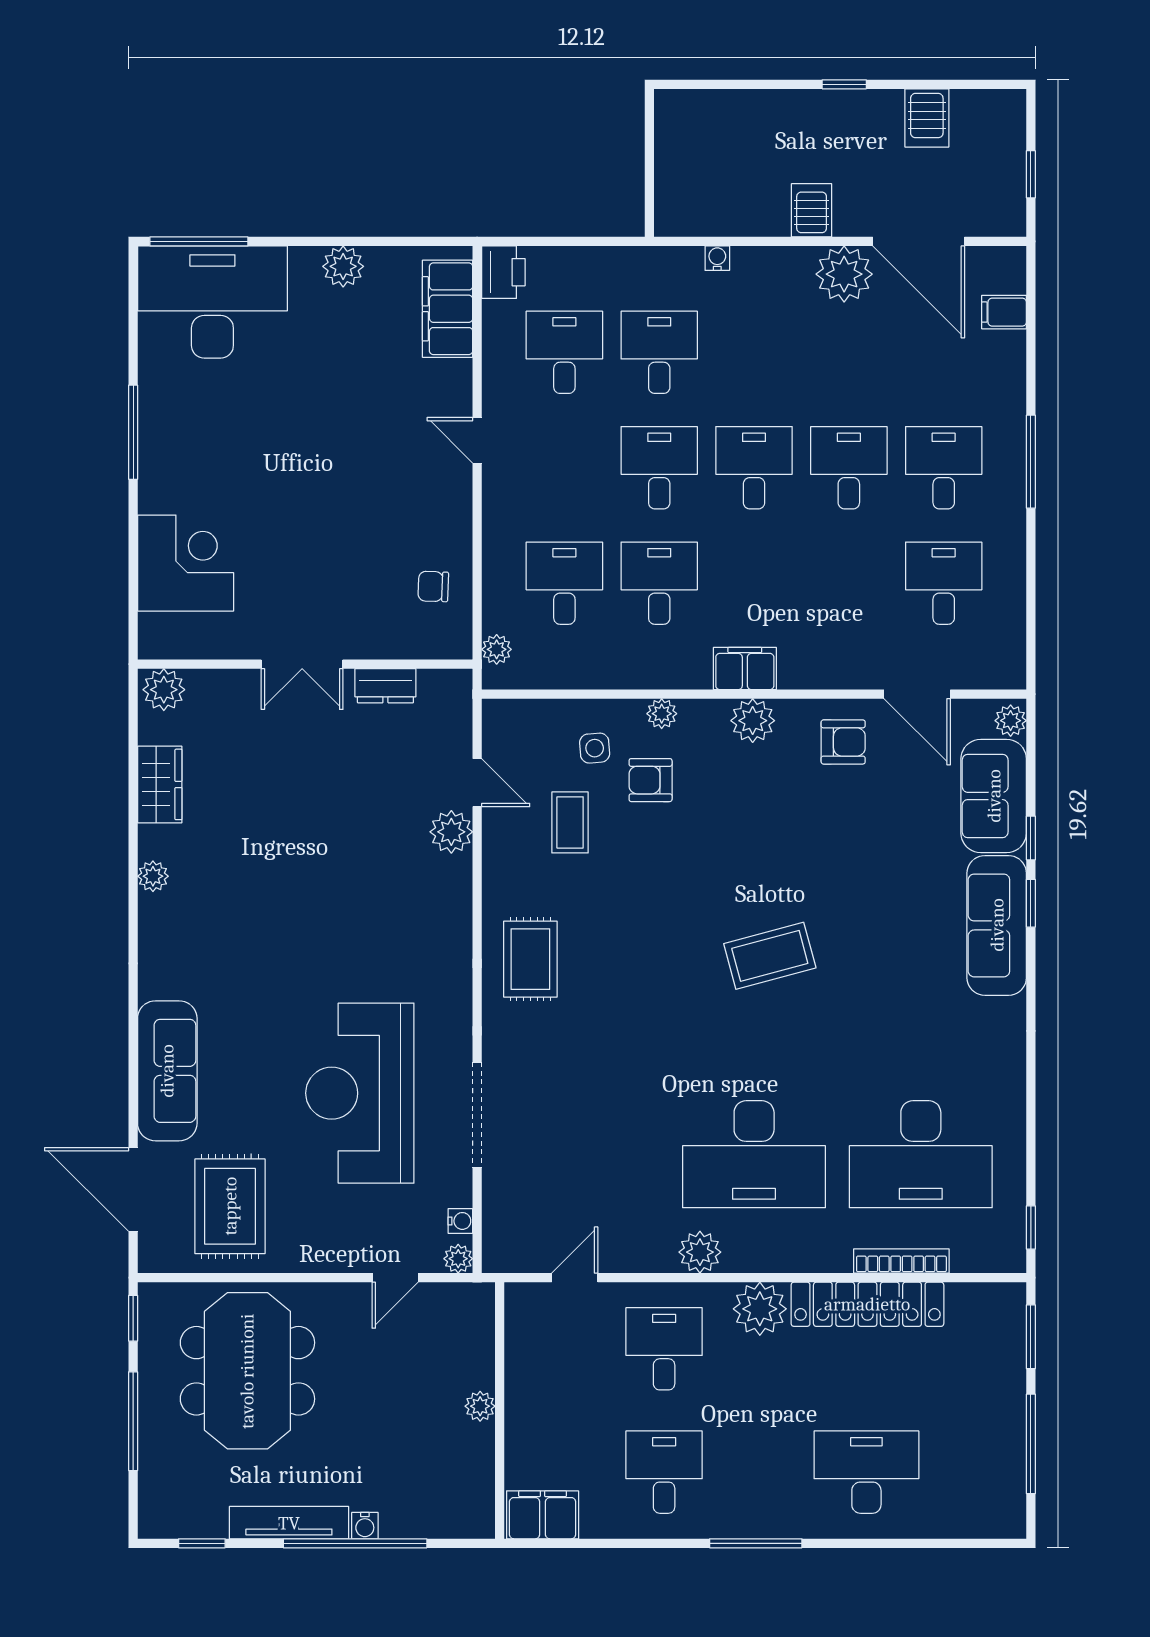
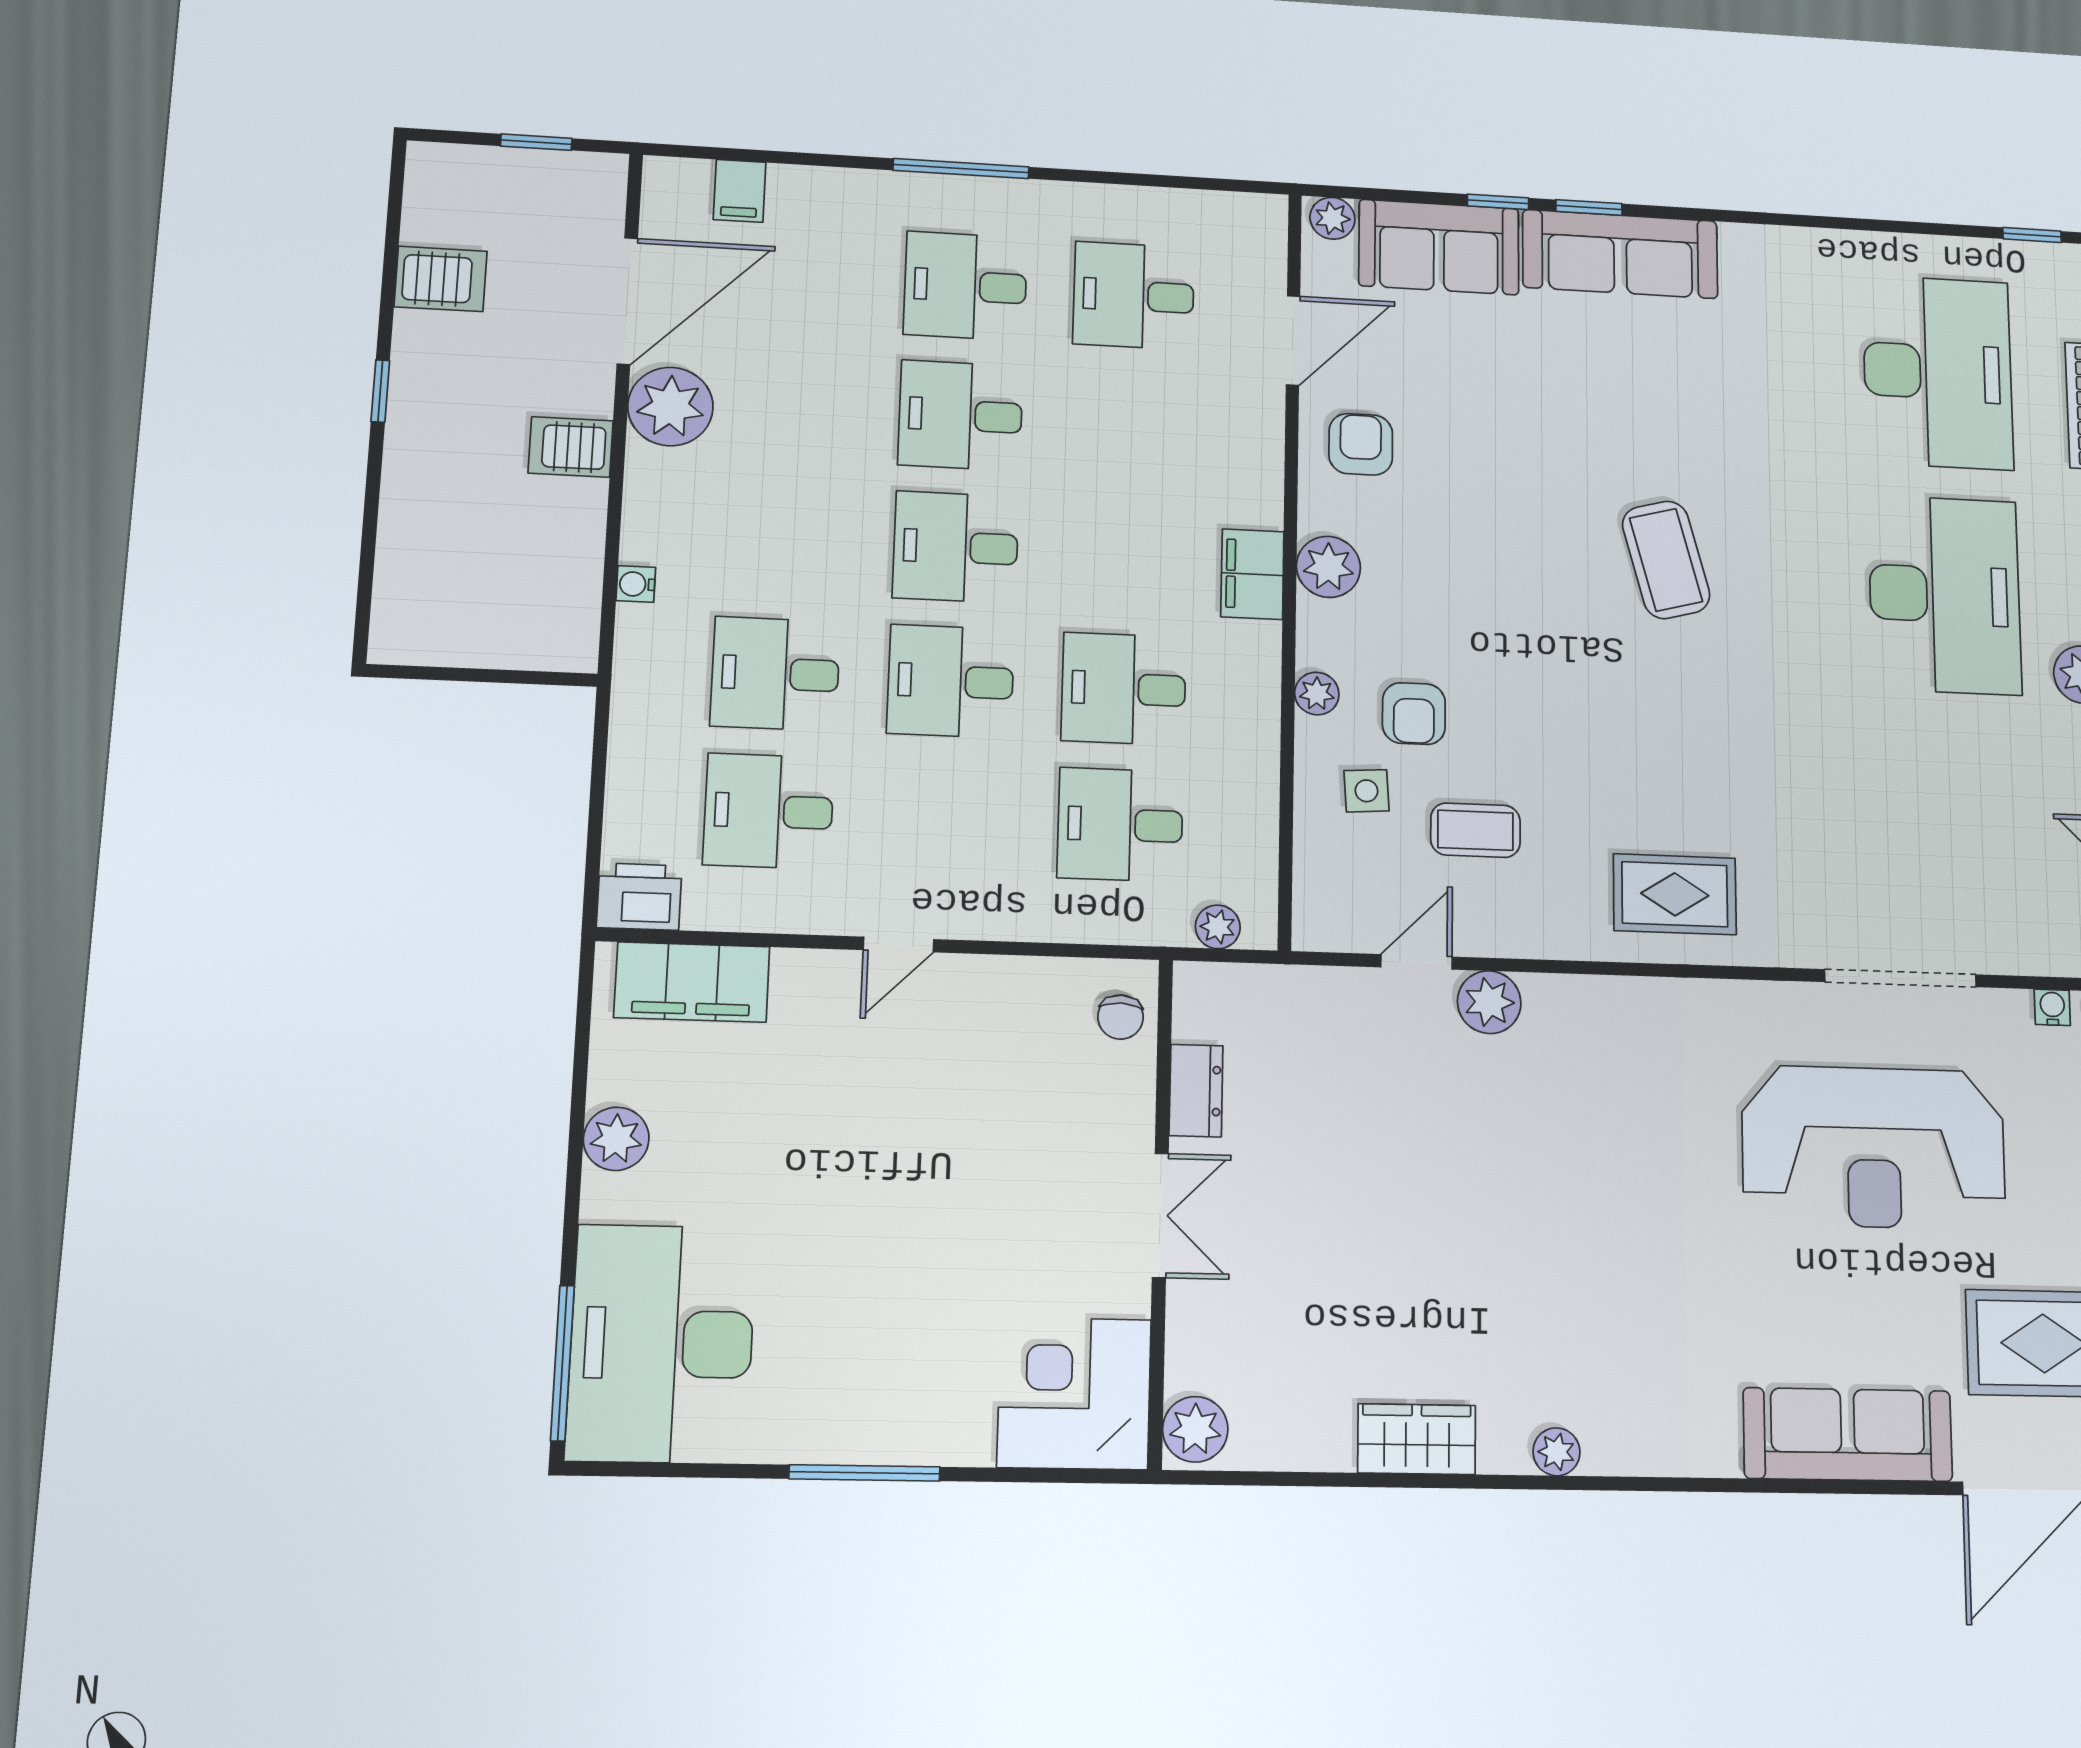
double door: (302, 664) -> (1160, 1215), moved
wall: (305, 664) -> (1160, 1211), moved
dresser: (385, 686) -> (1196, 1091), moved
plant: (164, 690) -> (1195, 1429), moved

